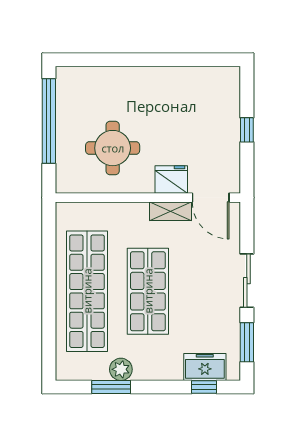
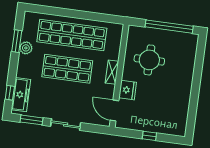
door: (211, 198) -> (114, 111), hinge flipped
shelving: (170, 211) -> (112, 72), moved
freezer: (205, 367) -> (21, 95), width x1.40

